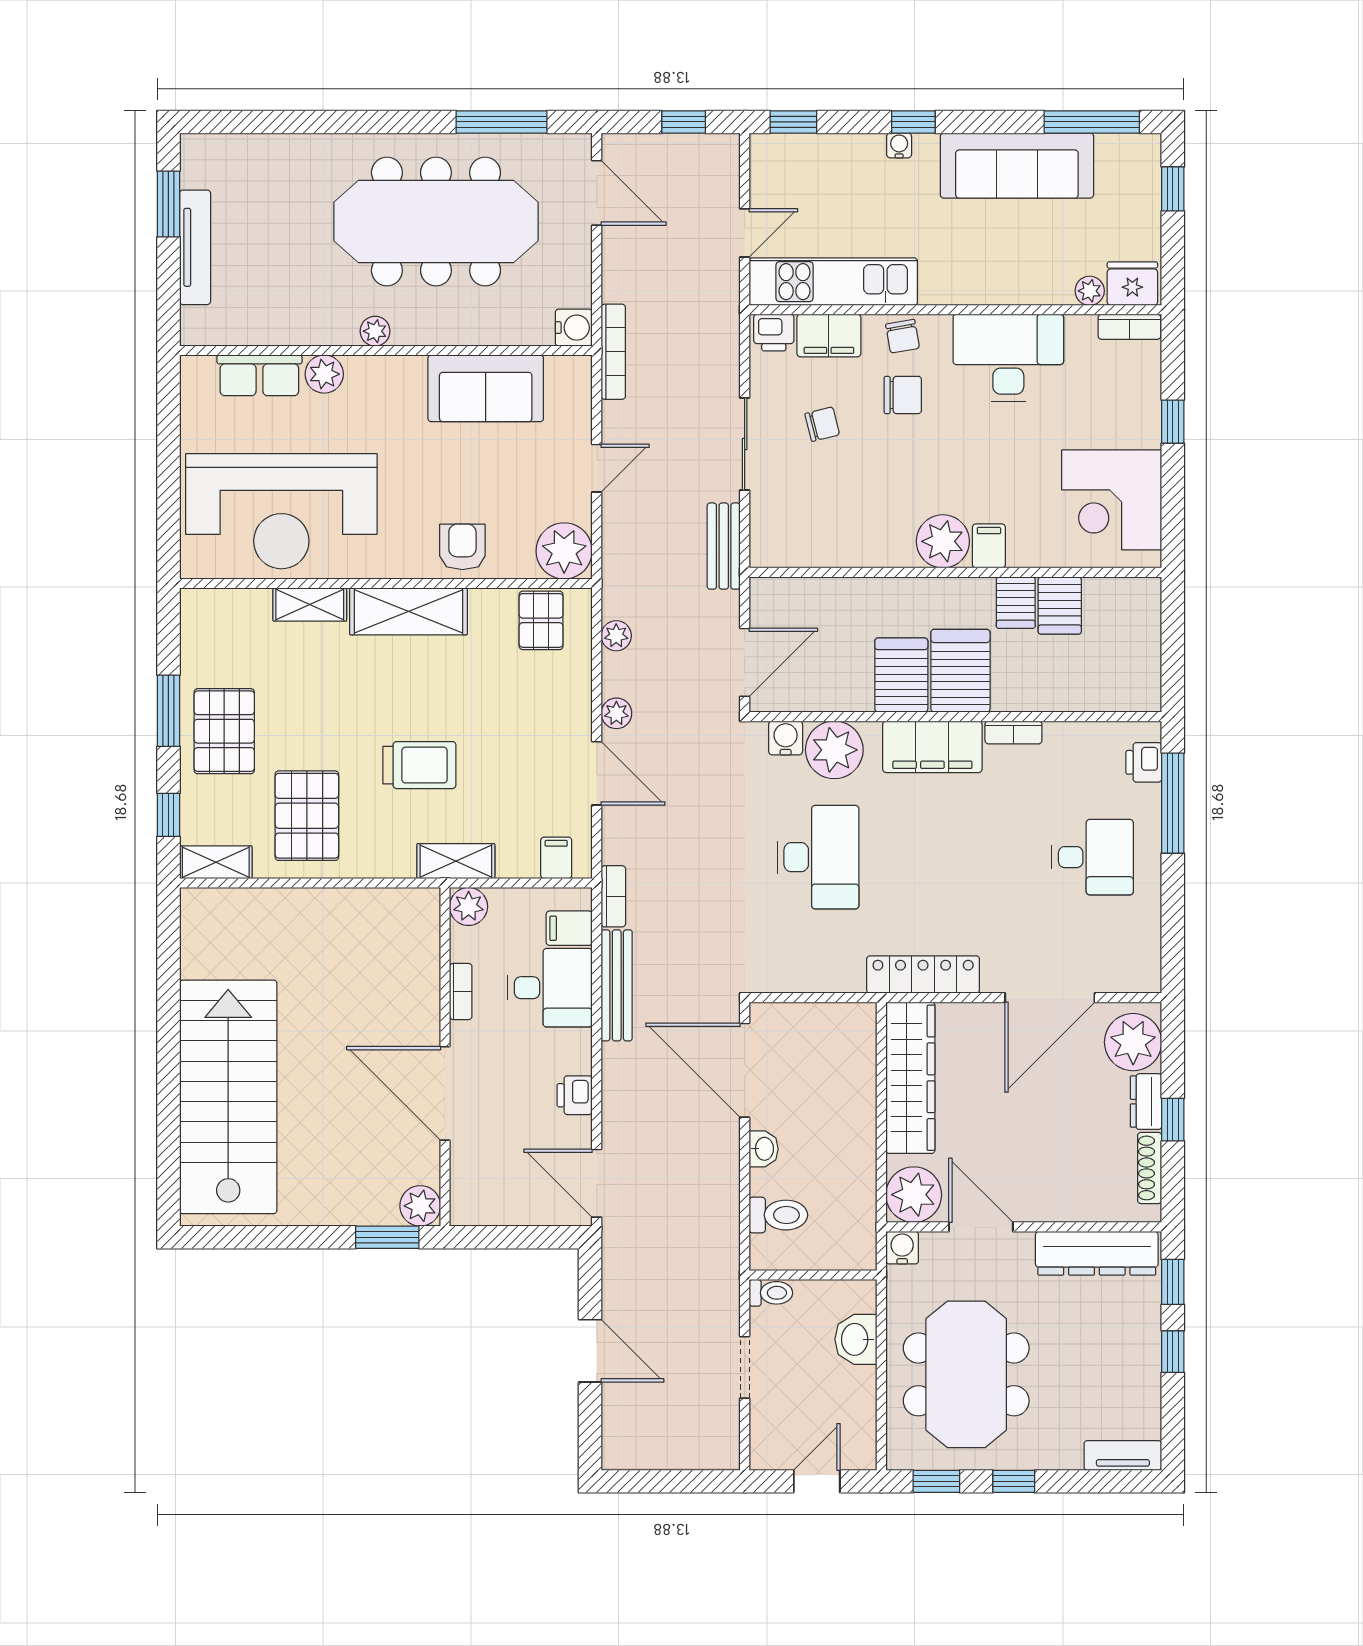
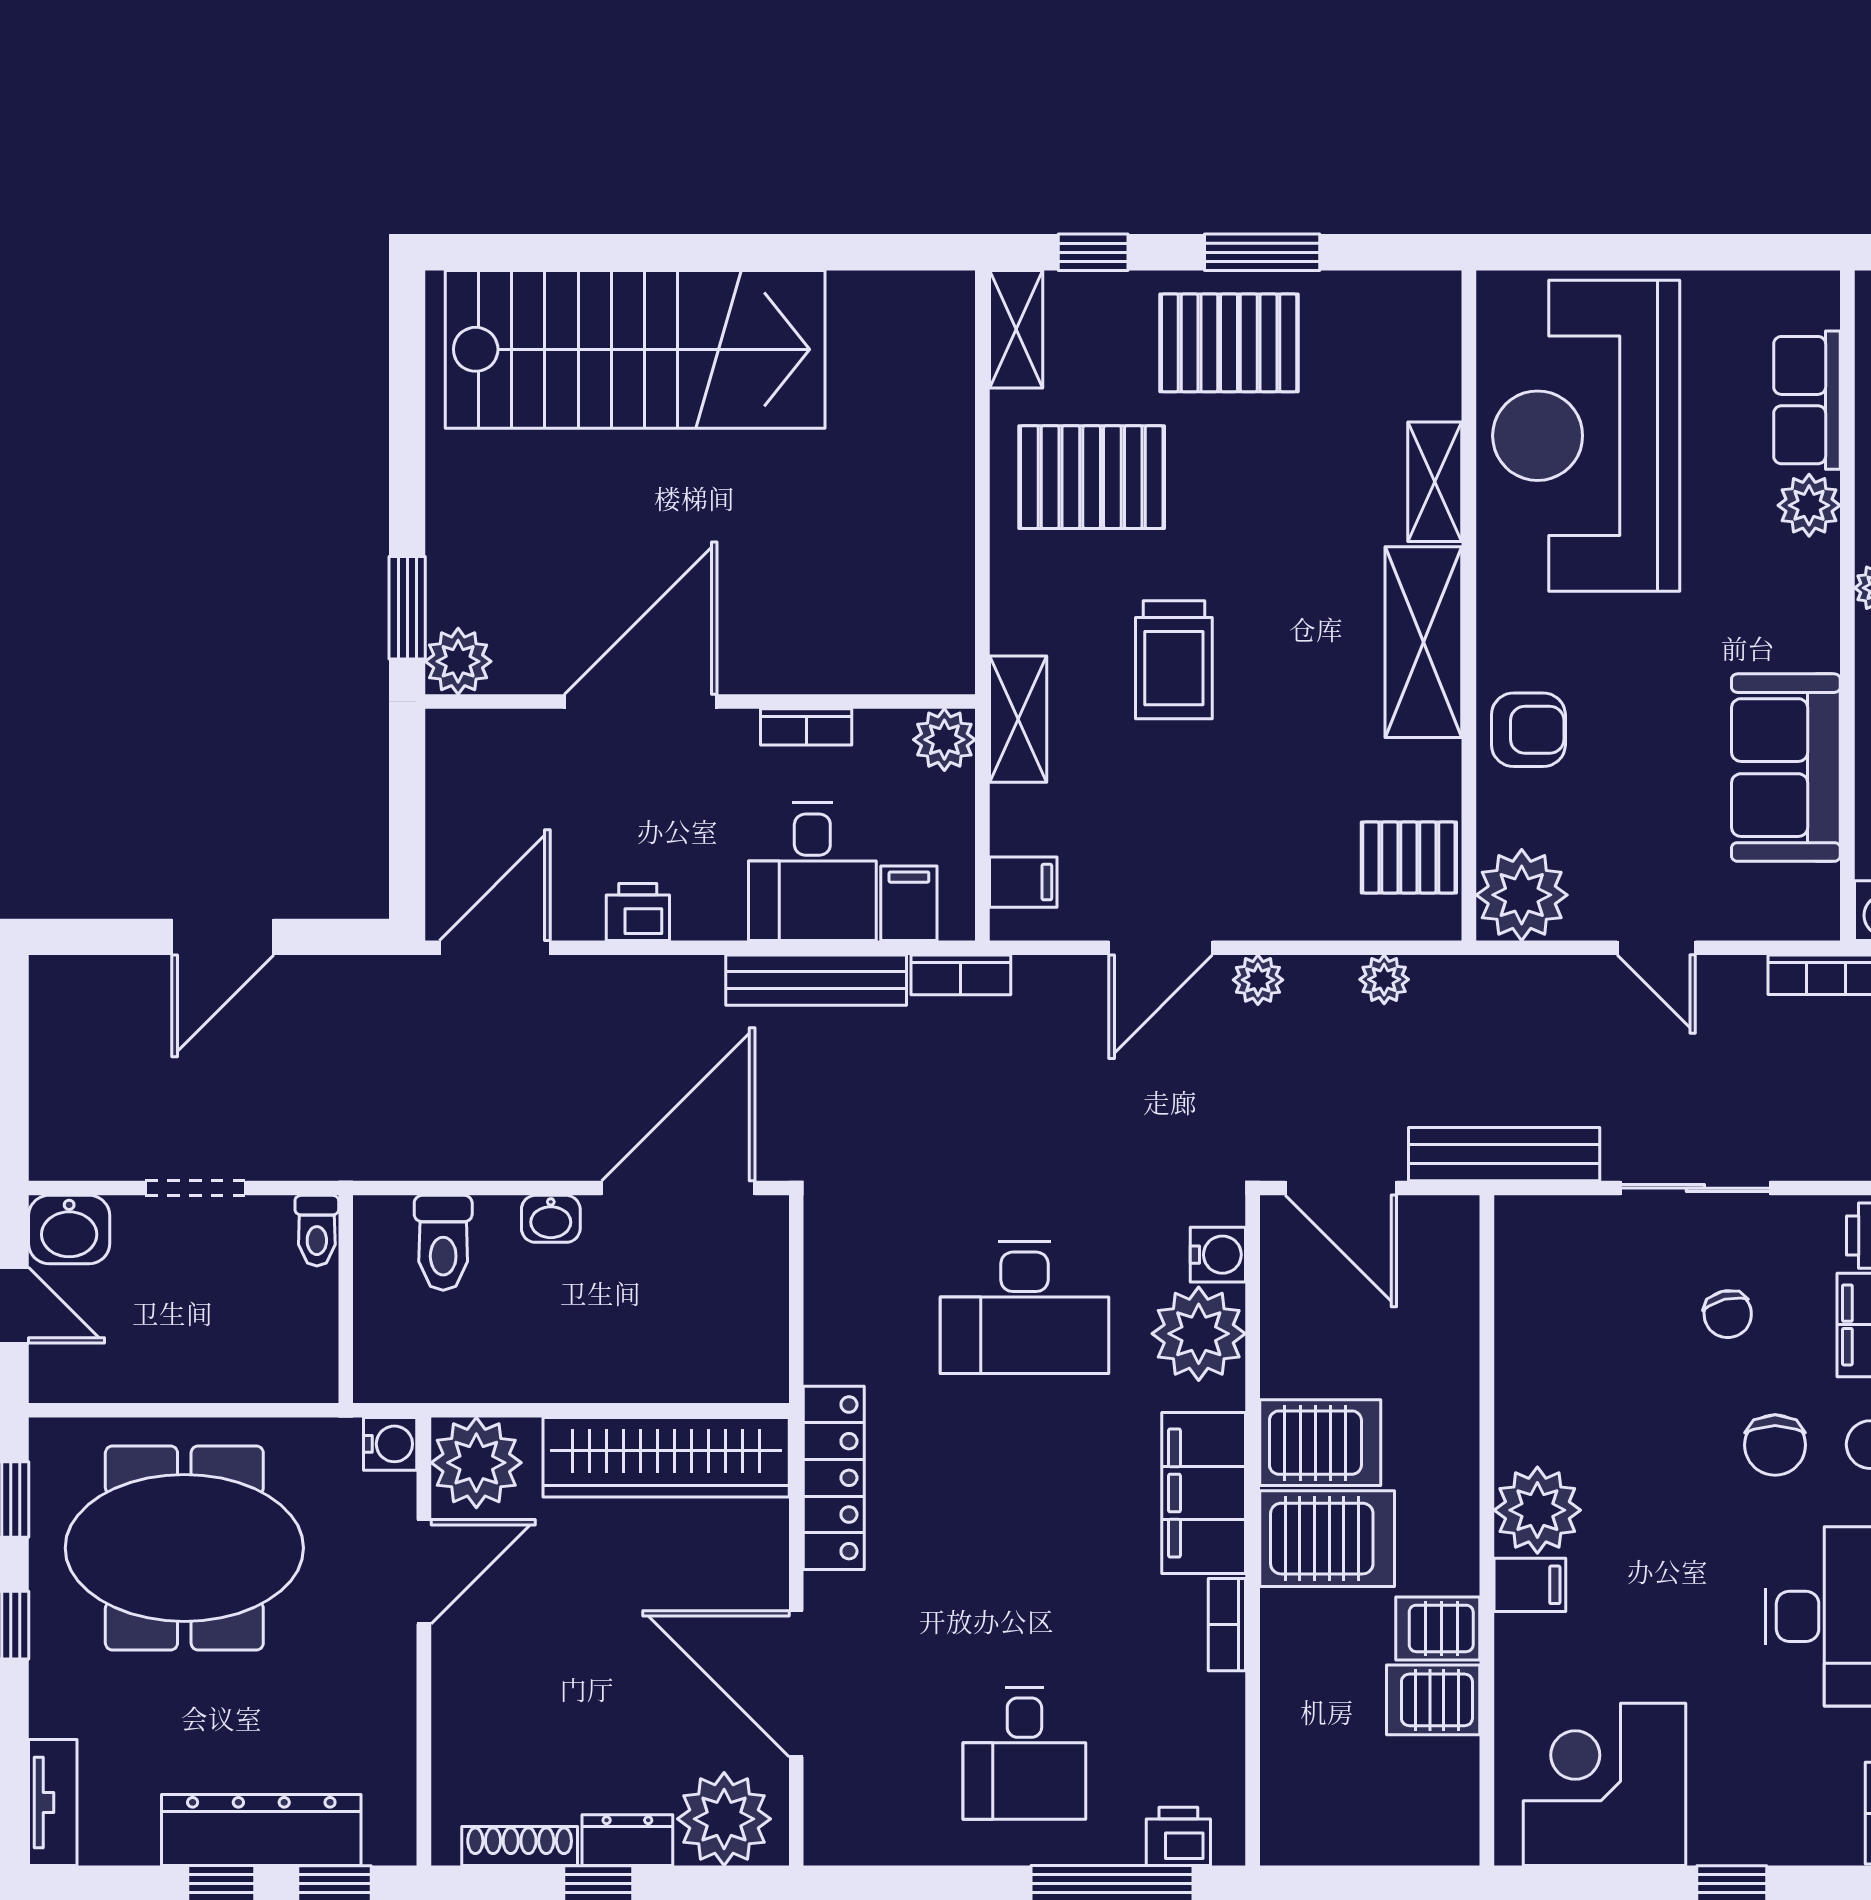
bench: (724, 546) -> (1504, 1154), width x1.36
dresser: (1097, 1253) -> (261, 1830), moved, turned 90
washbasin: (856, 1339) -> (69, 1230), moved, turned 180

